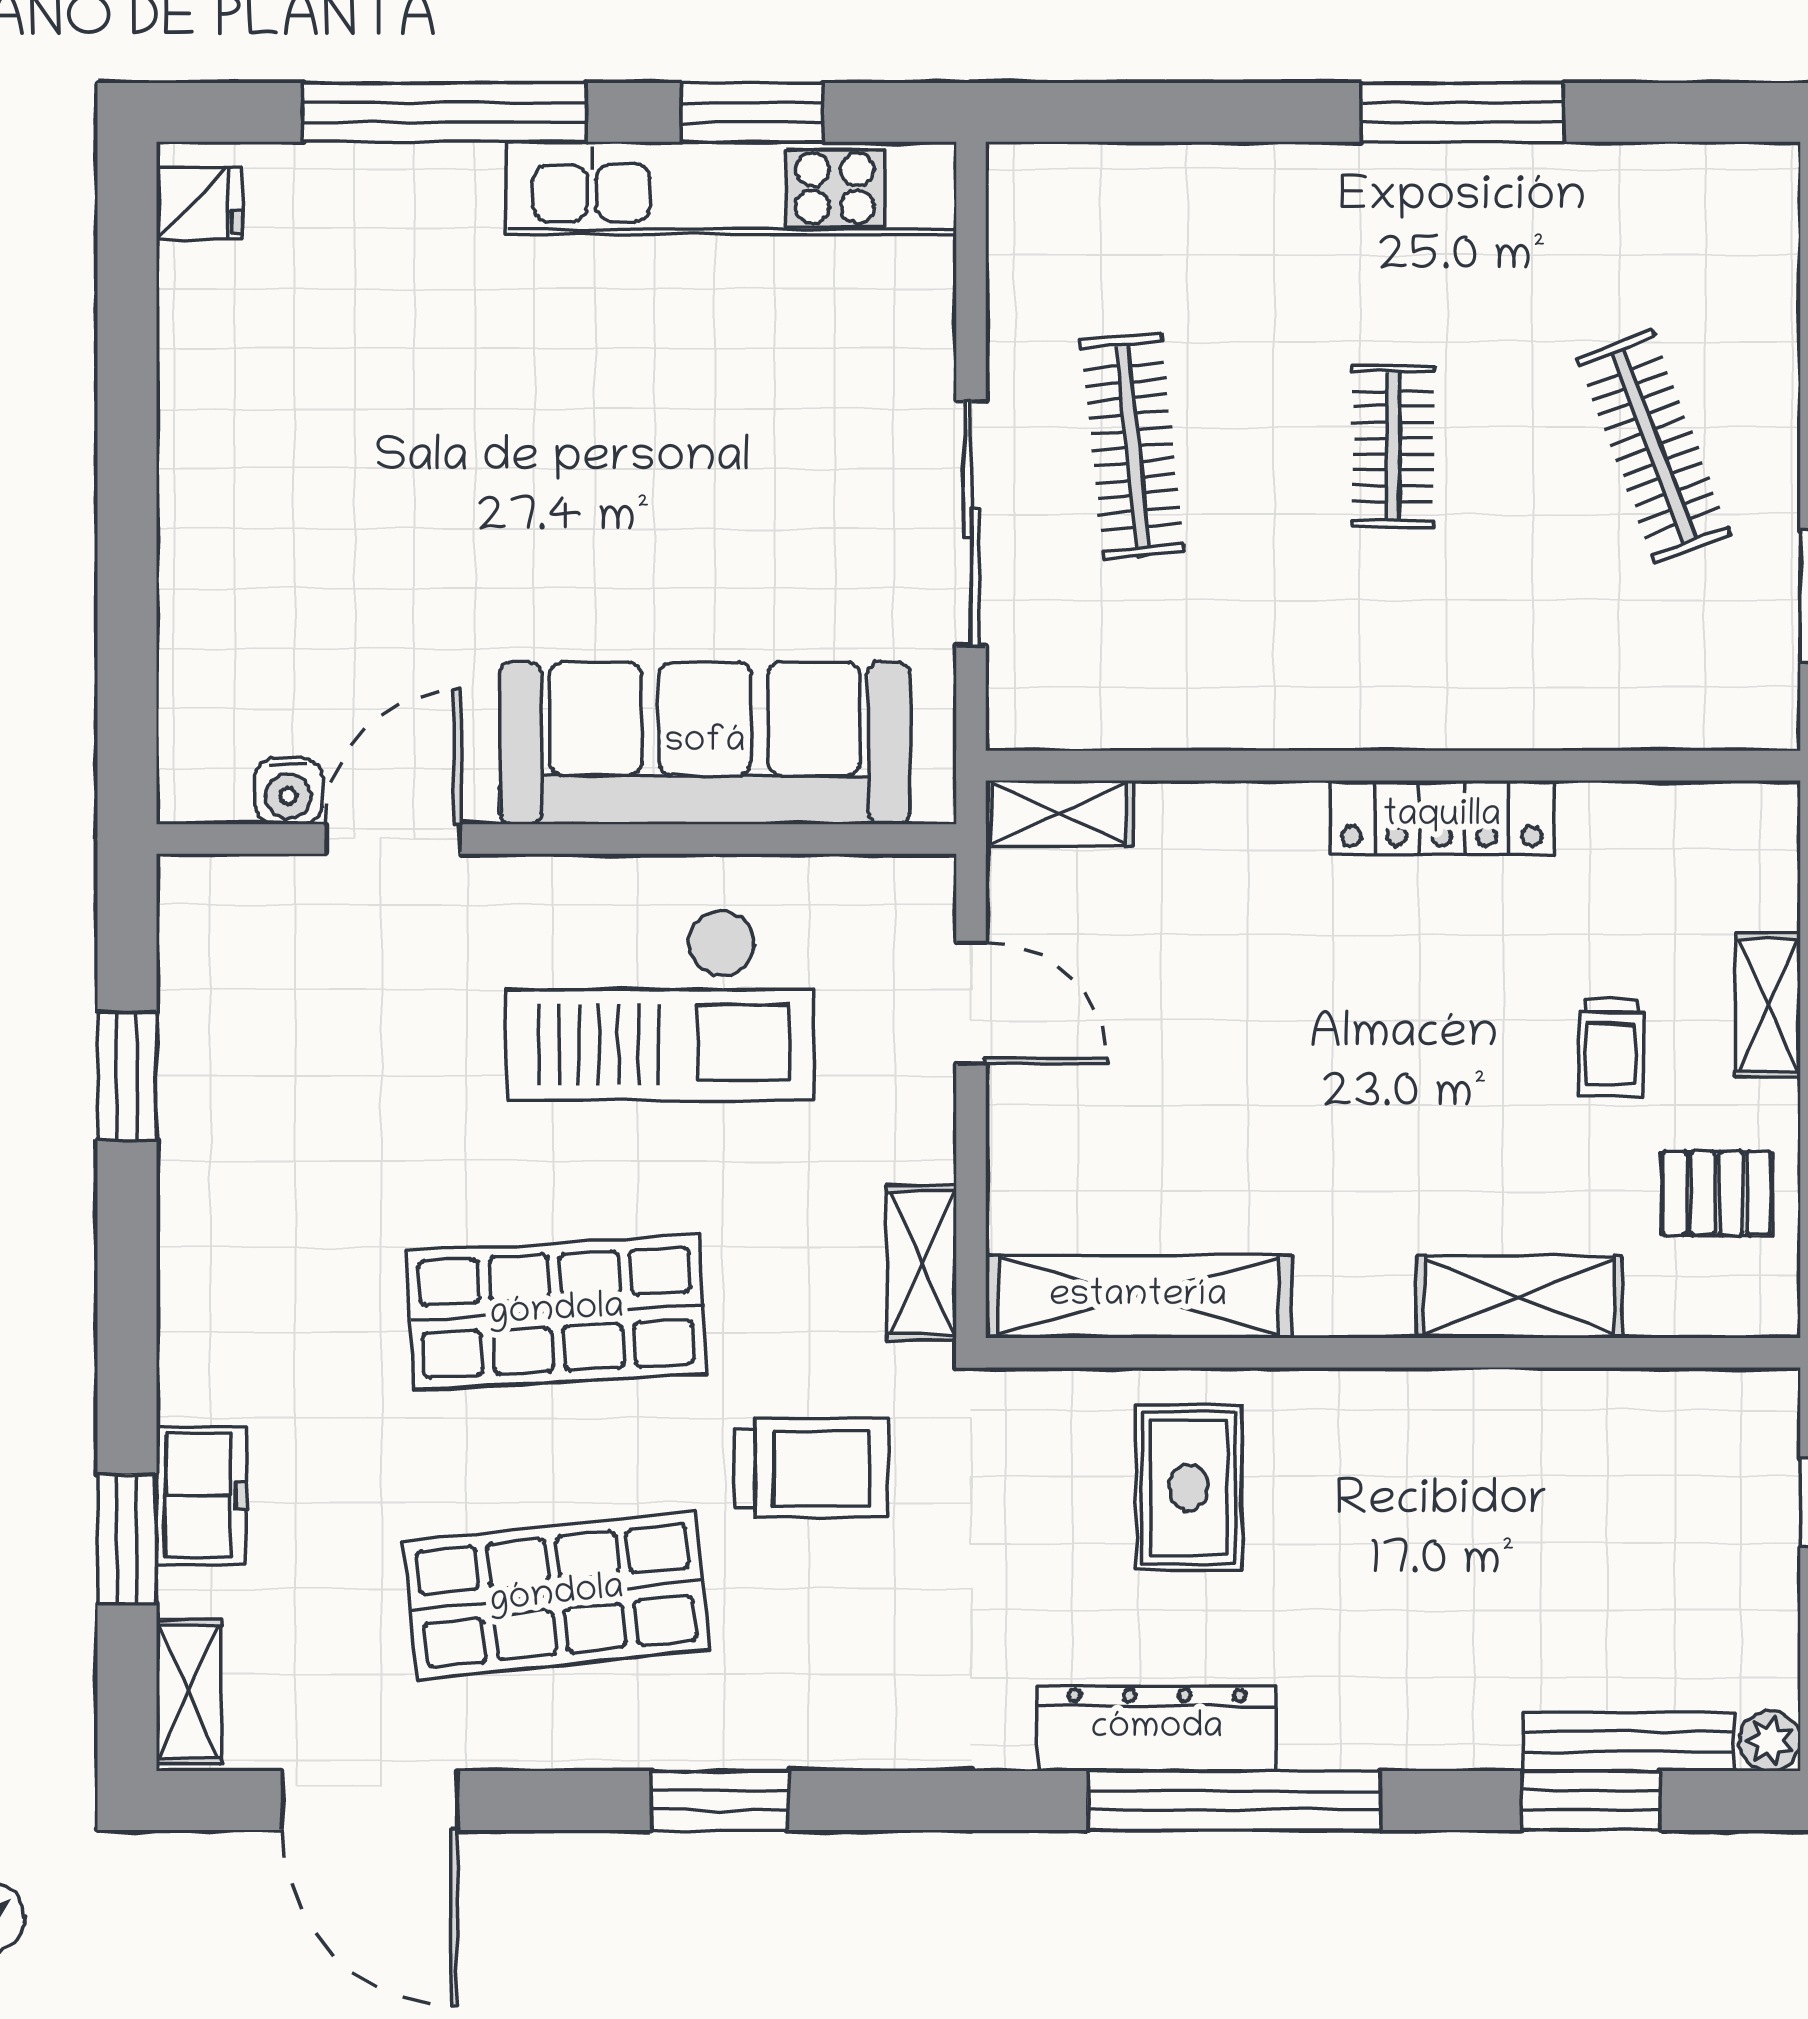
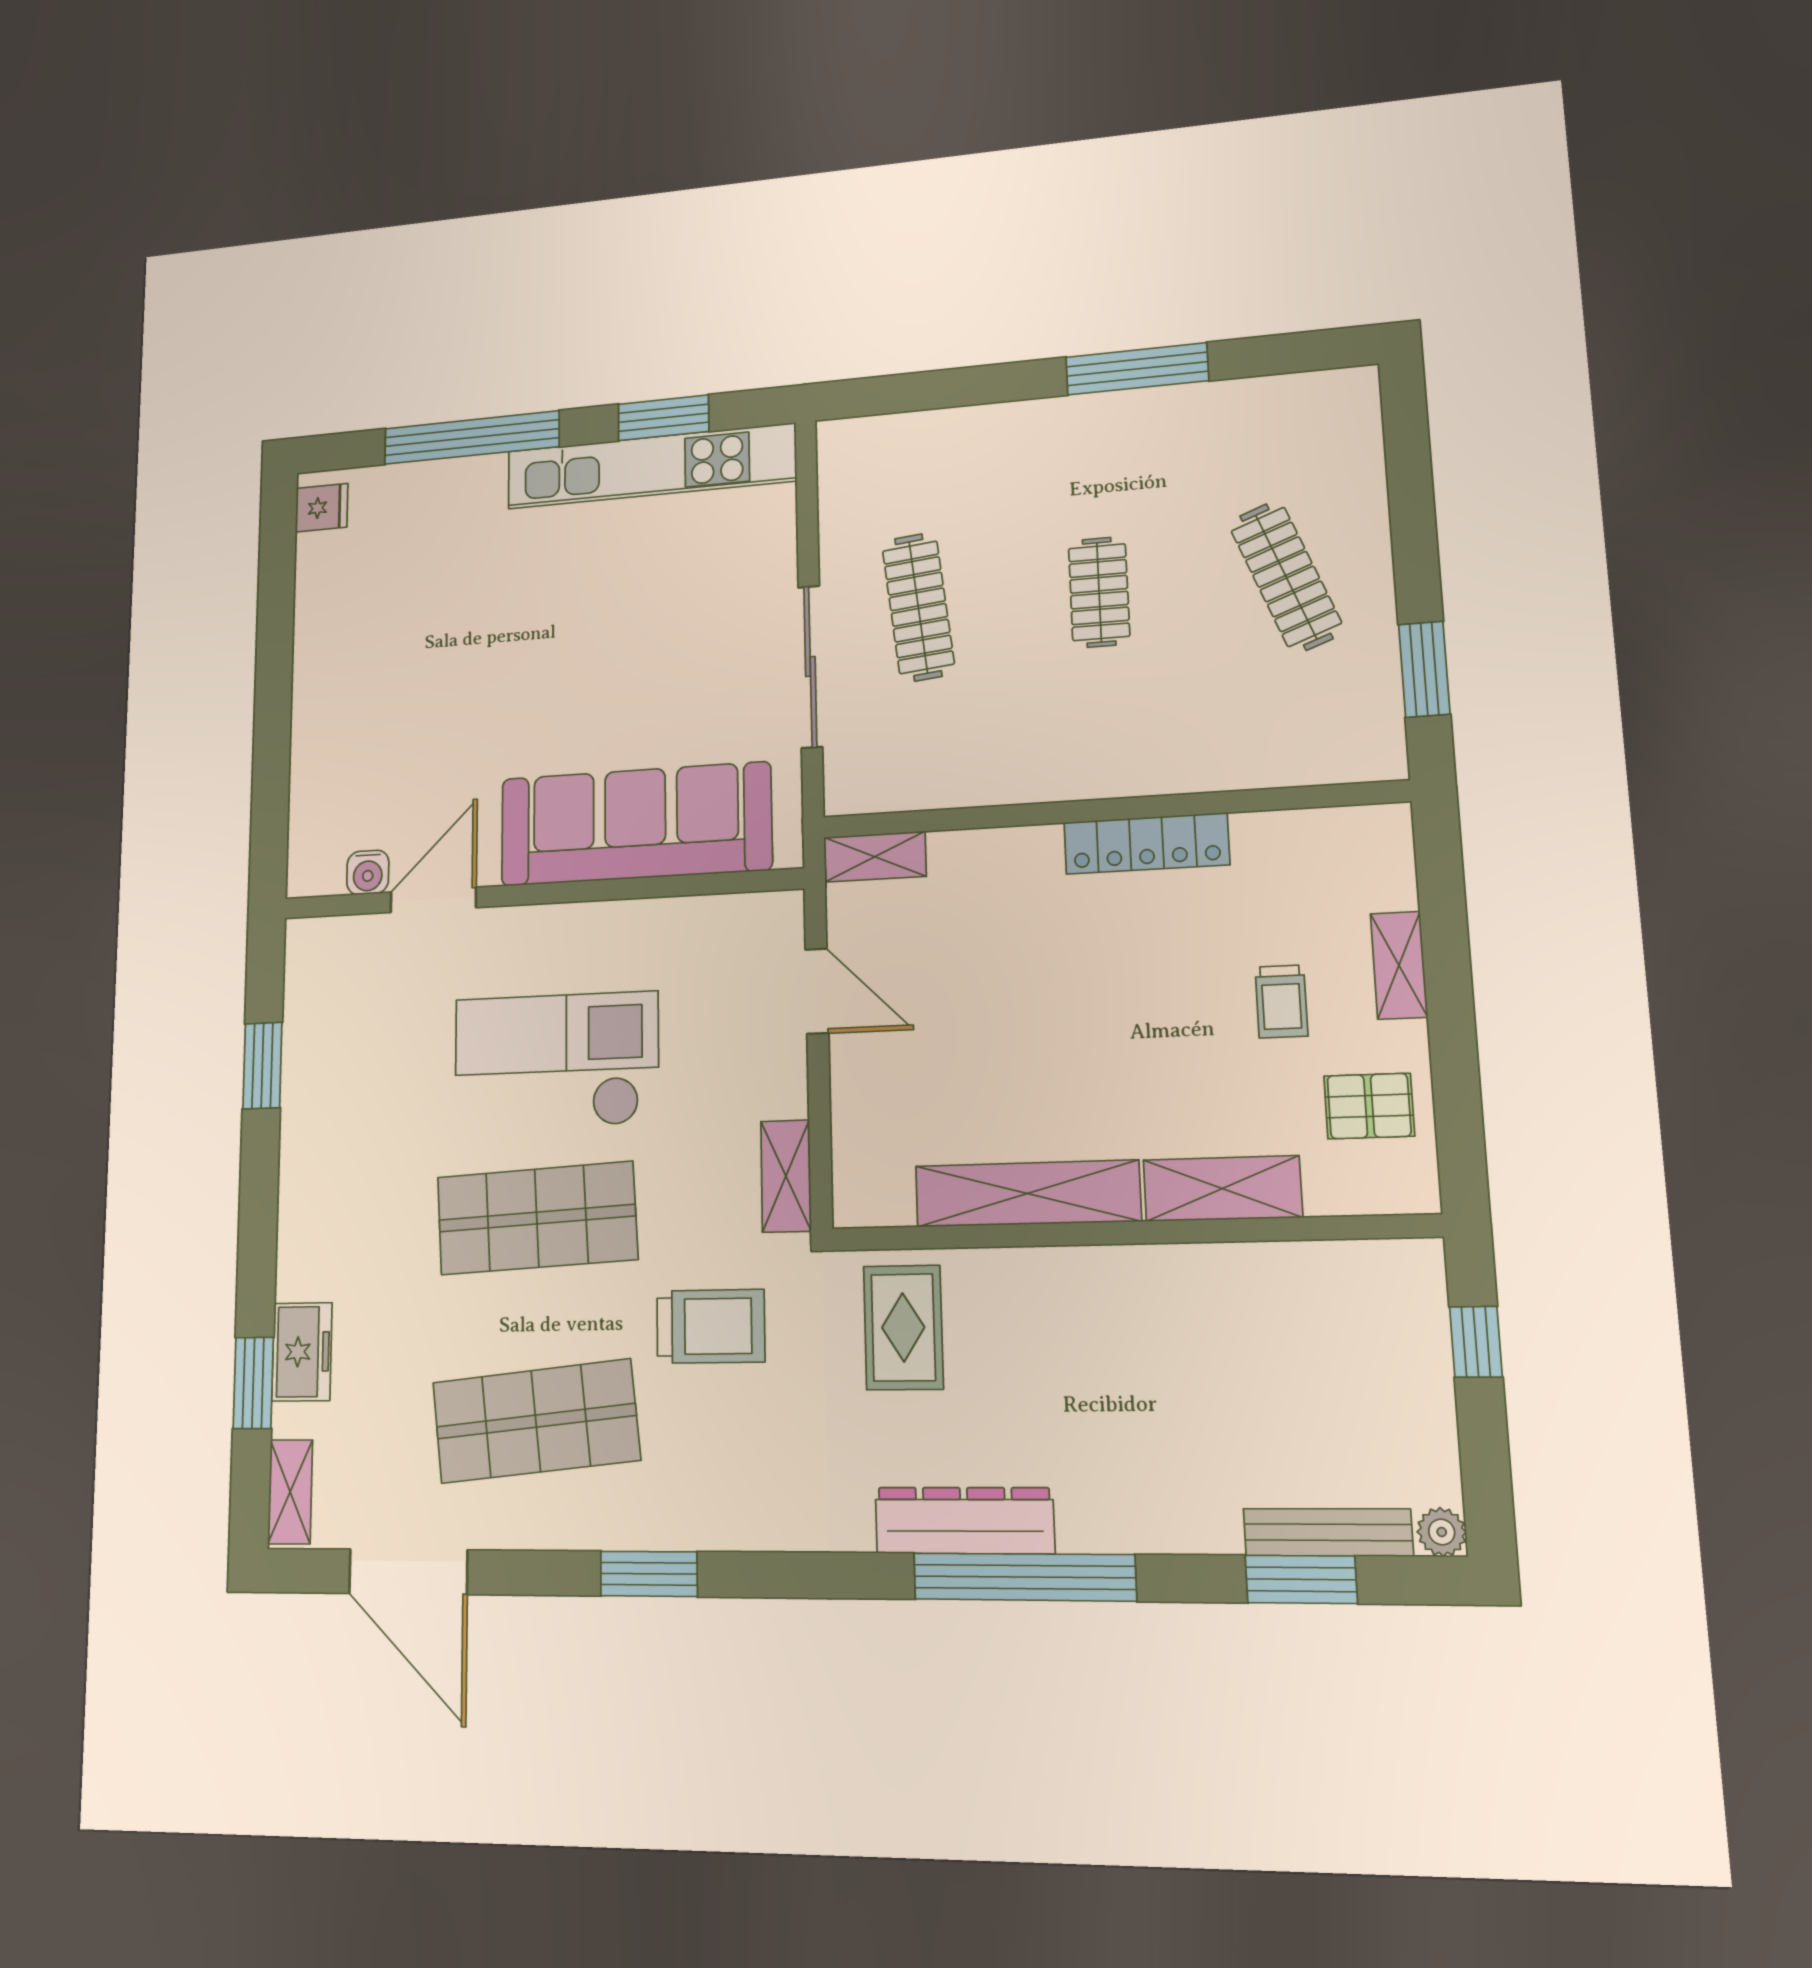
checkout: (660, 1004) -> (556, 1061), moved, turned 180
shelving: (1138, 1297) -> (1027, 1193), moved
rug: (1189, 1488) -> (903, 1327), moved

